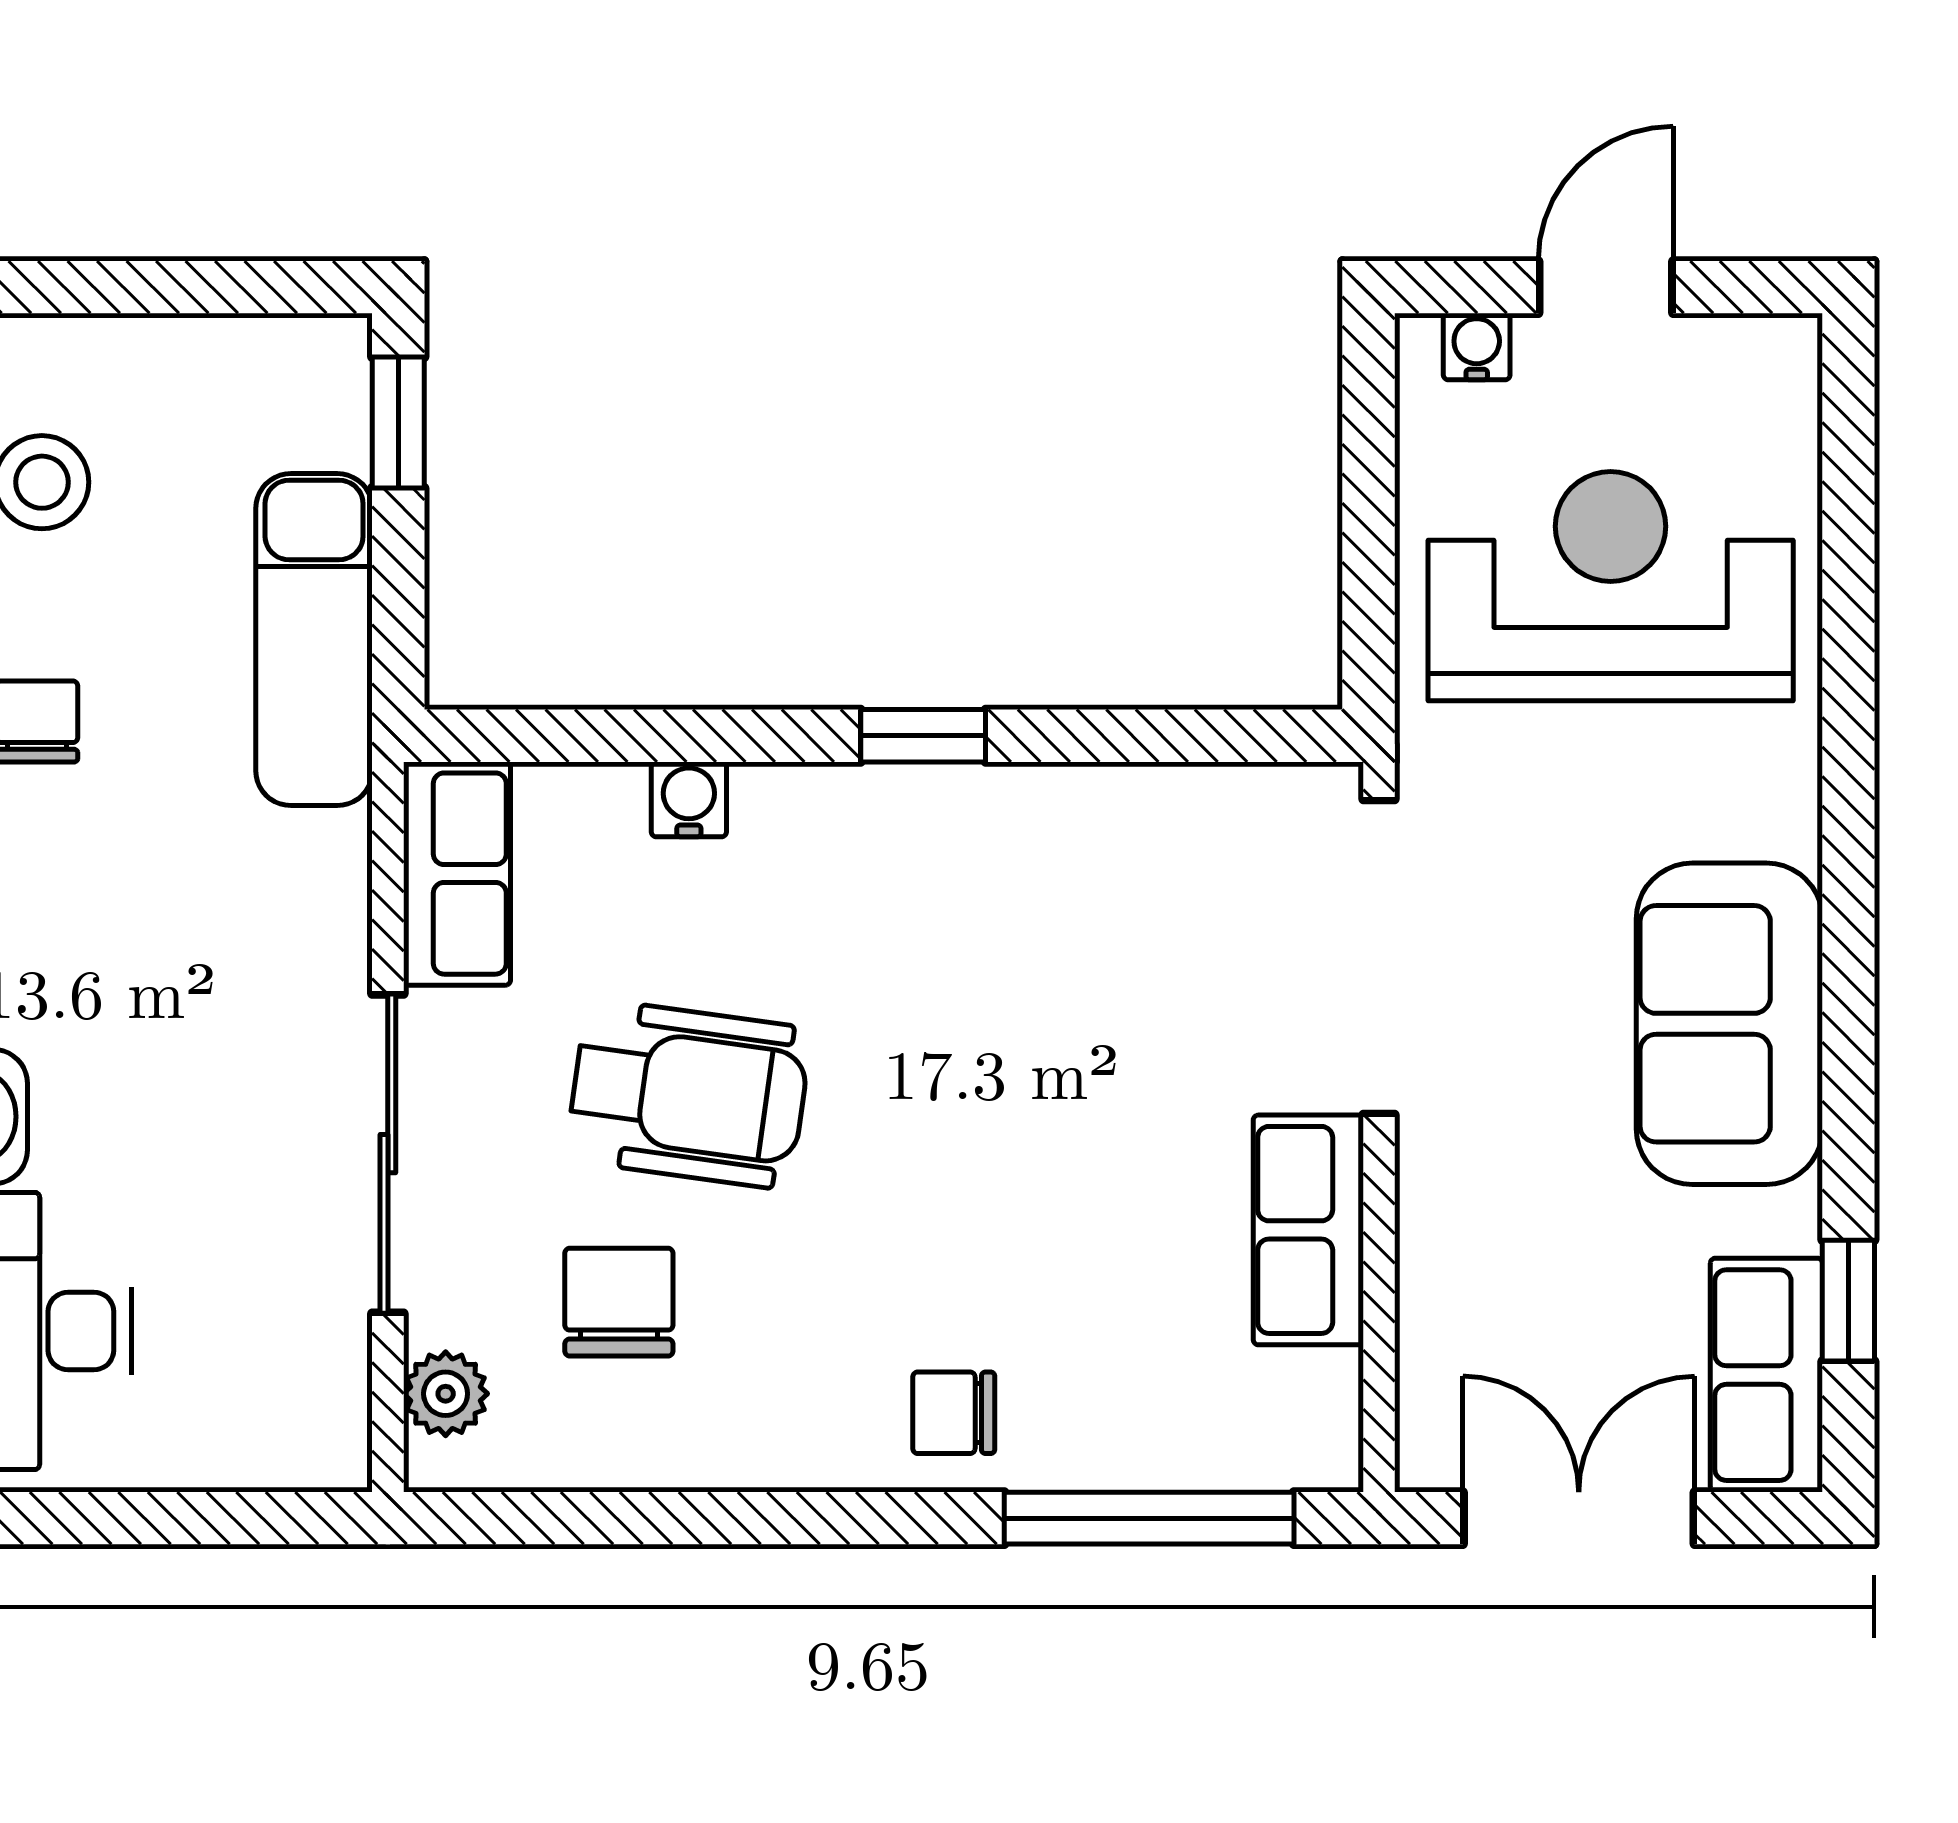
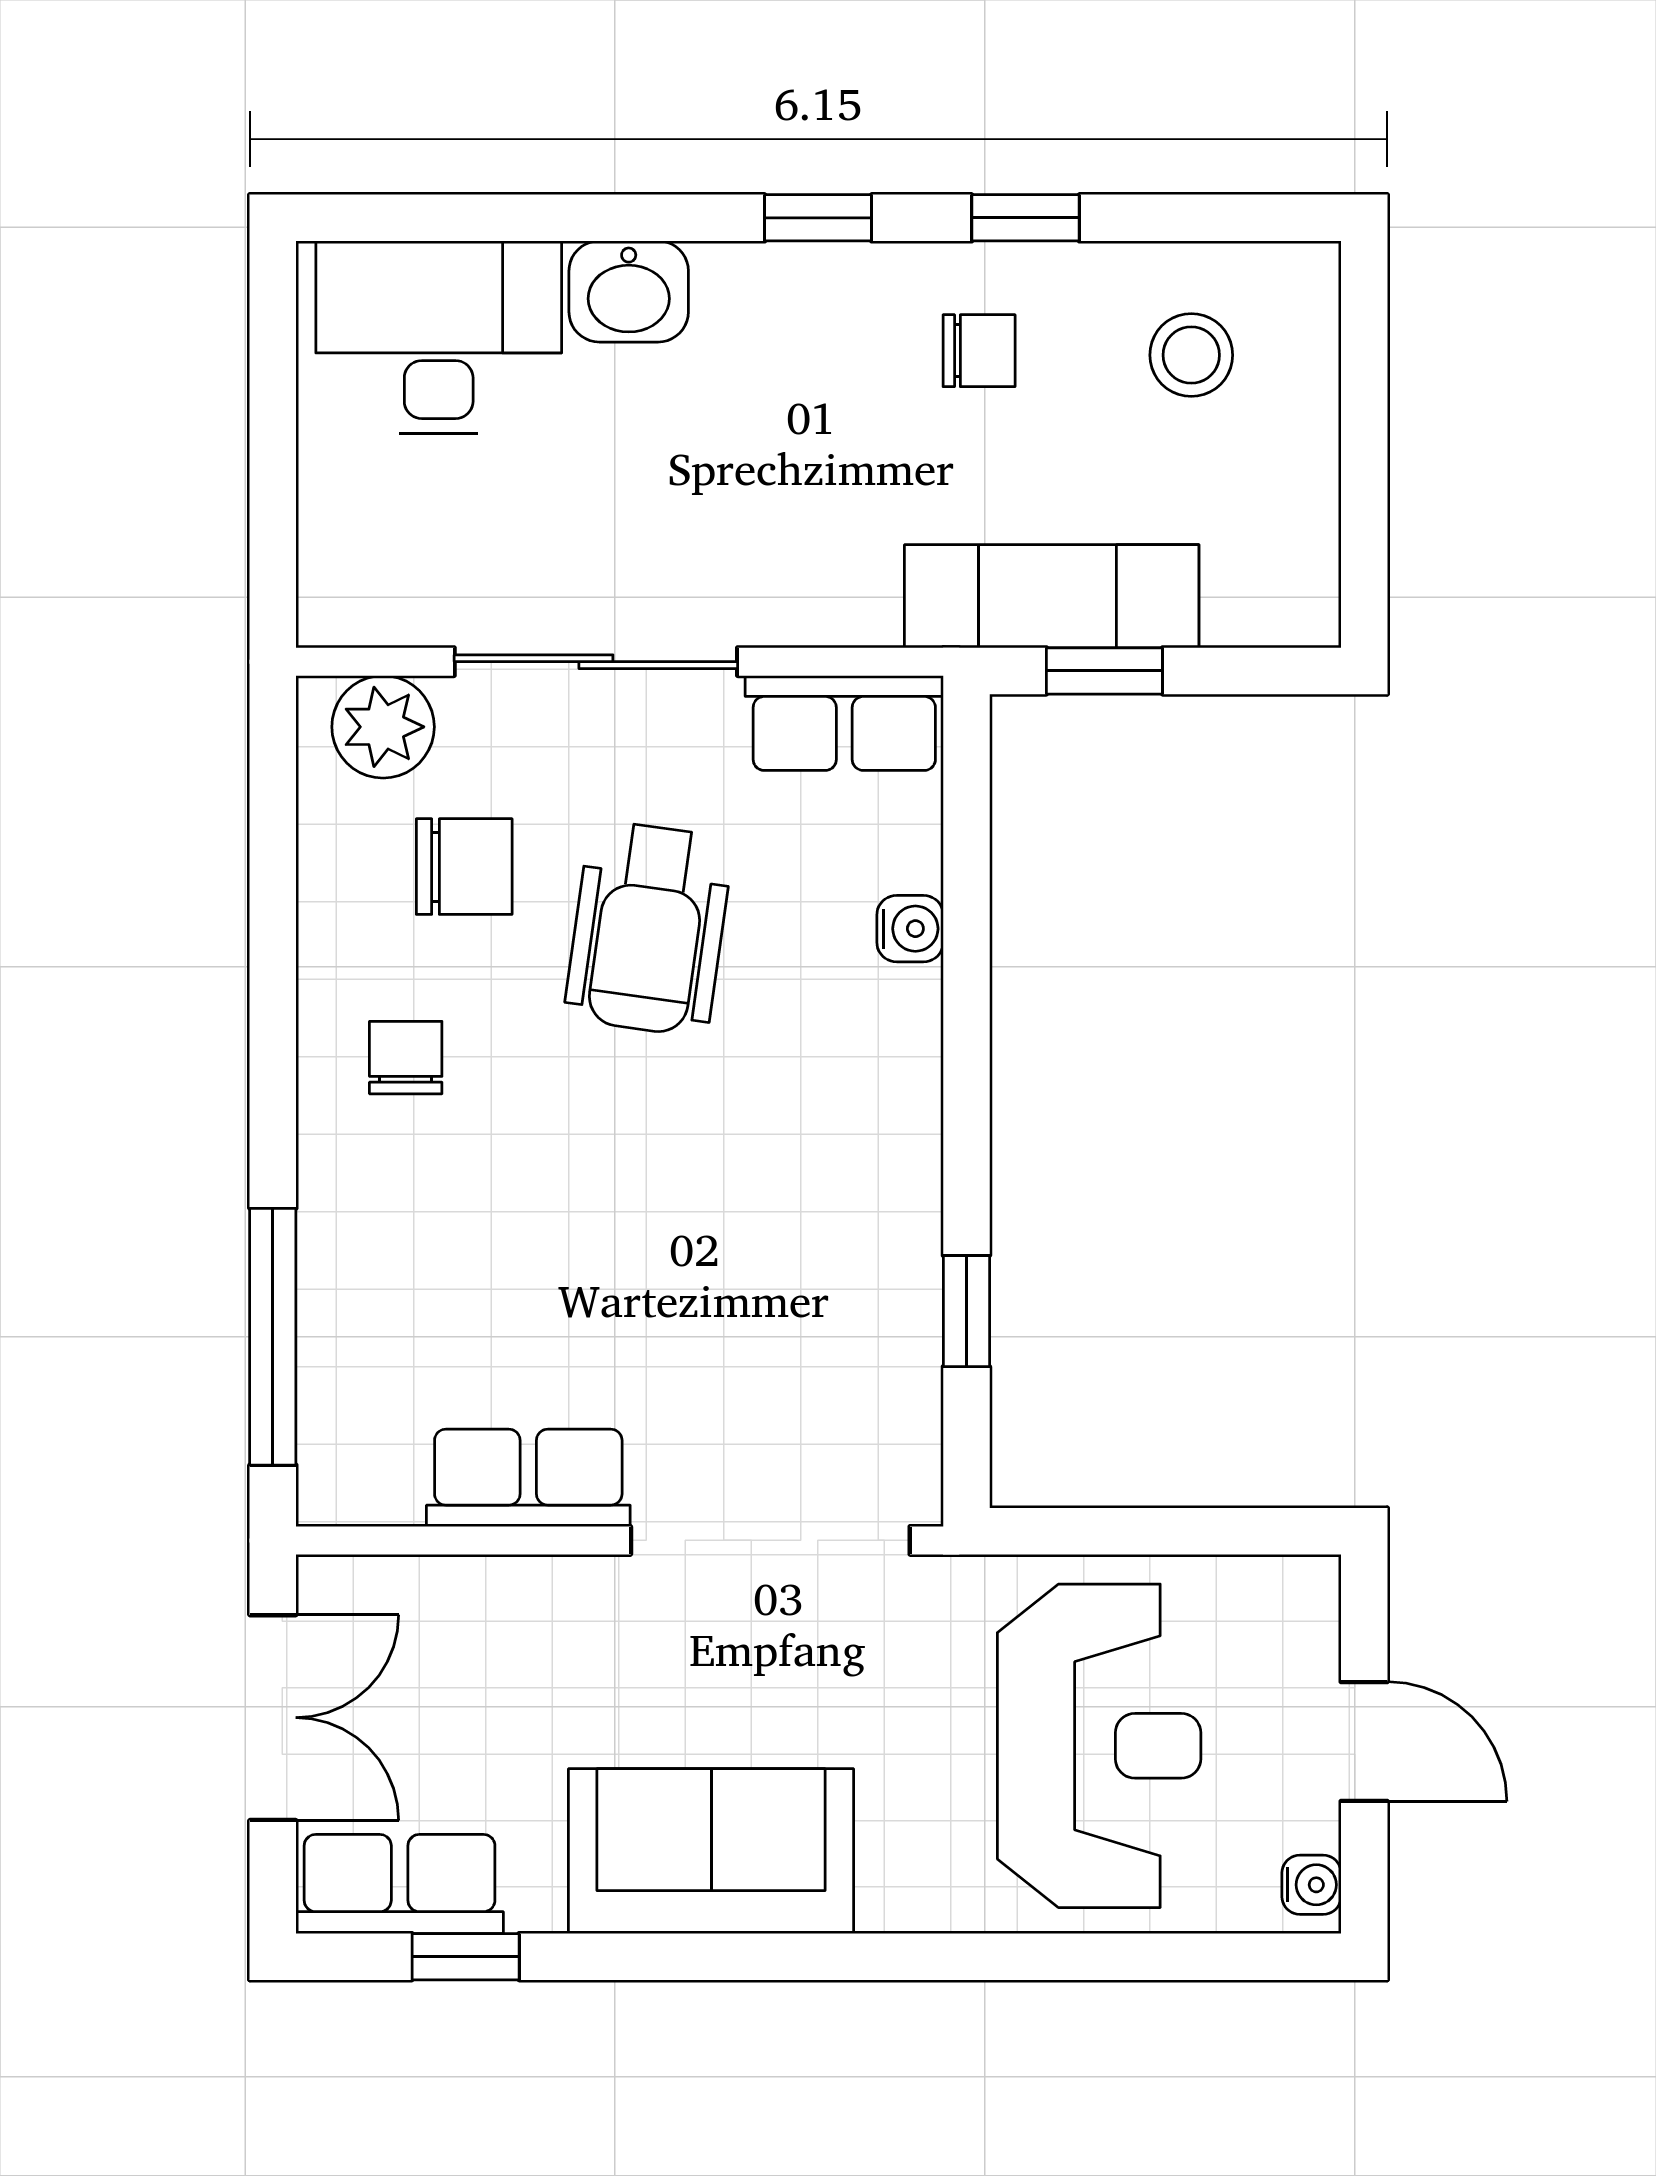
water cooler: (1477, 347) -> (1312, 1885), moved
window: (398, 423) -> (1104, 671), moved
window: (923, 736) -> (966, 1311), moved
plant: (446, 1394) -> (383, 727), width x1.38, depth x1.38
chair: (954, 1413) -> (406, 1058), moved

